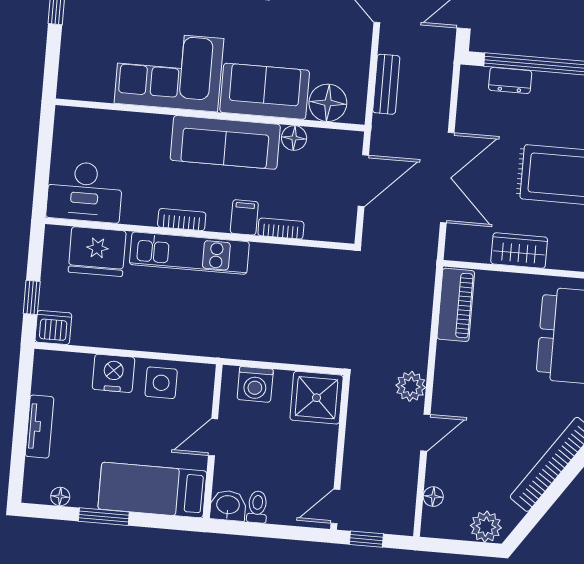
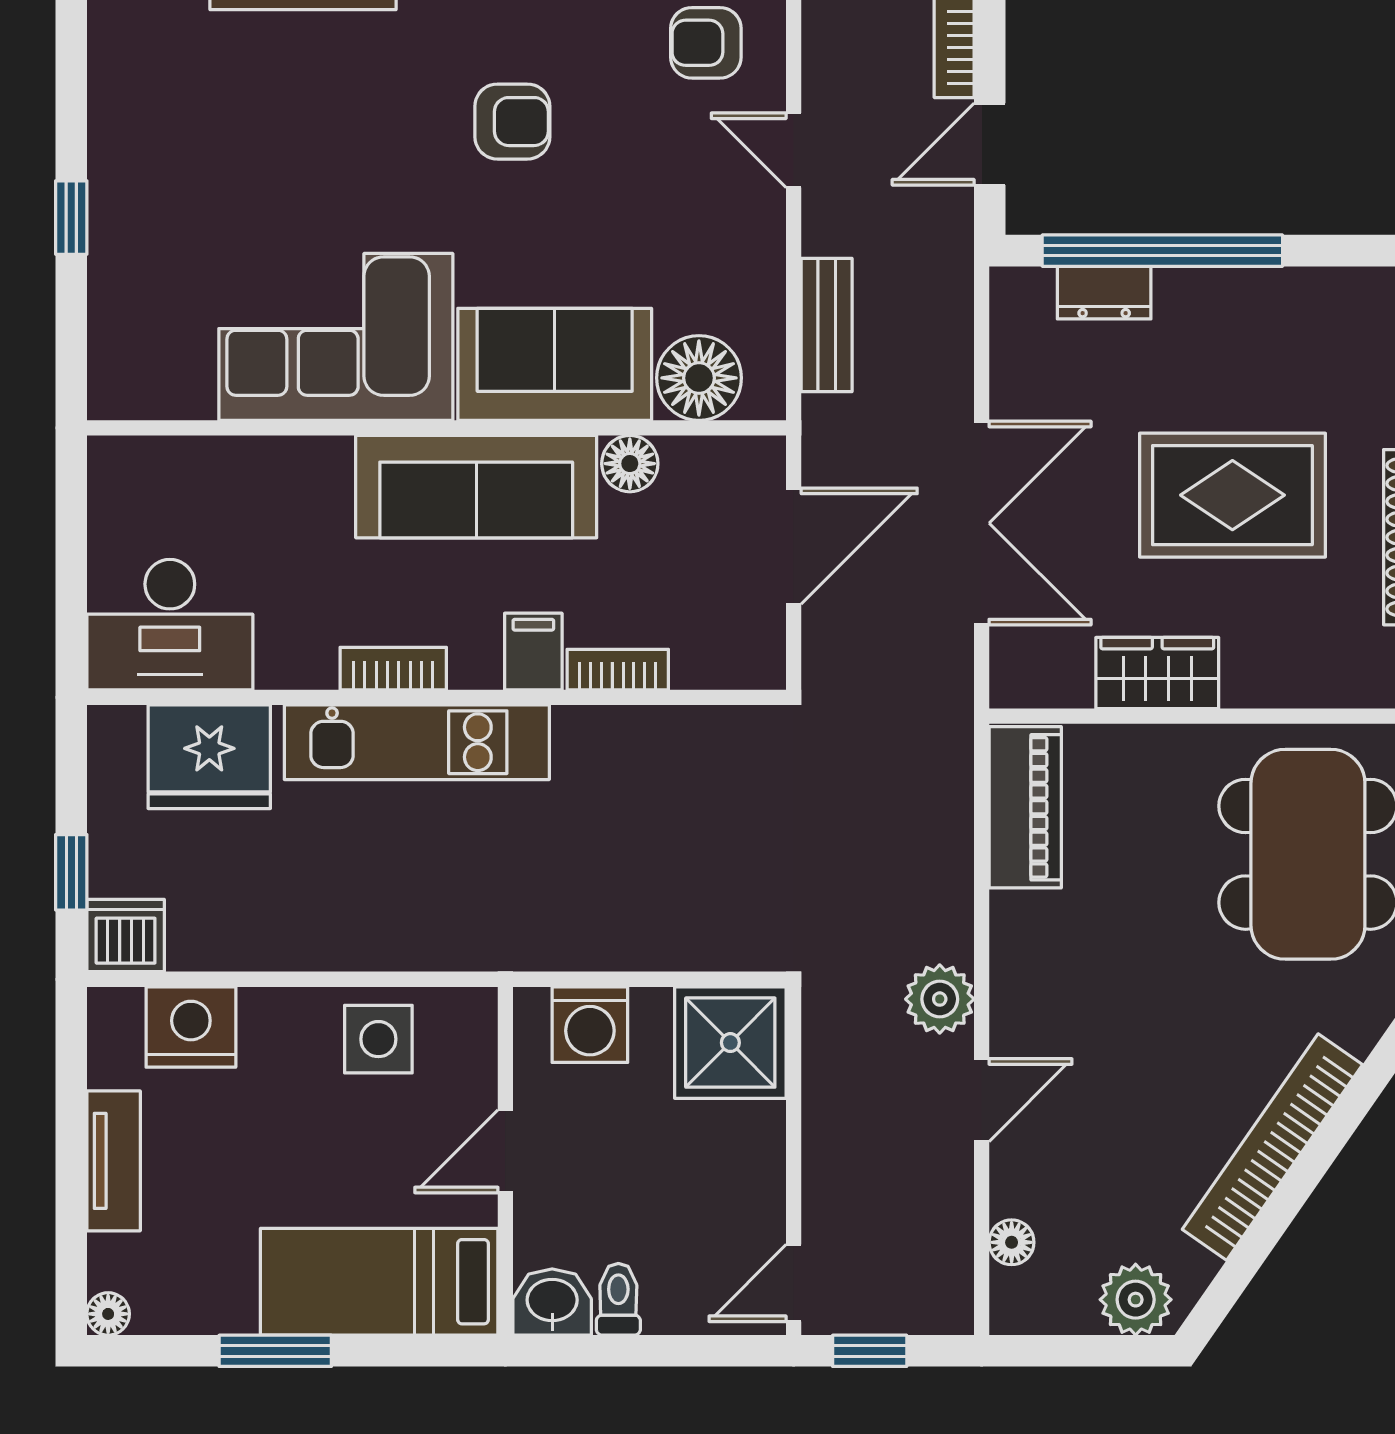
nightstand: (113, 373) -> (191, 1027), moved
floor lamp: (60, 496) -> (108, 1314), moved

